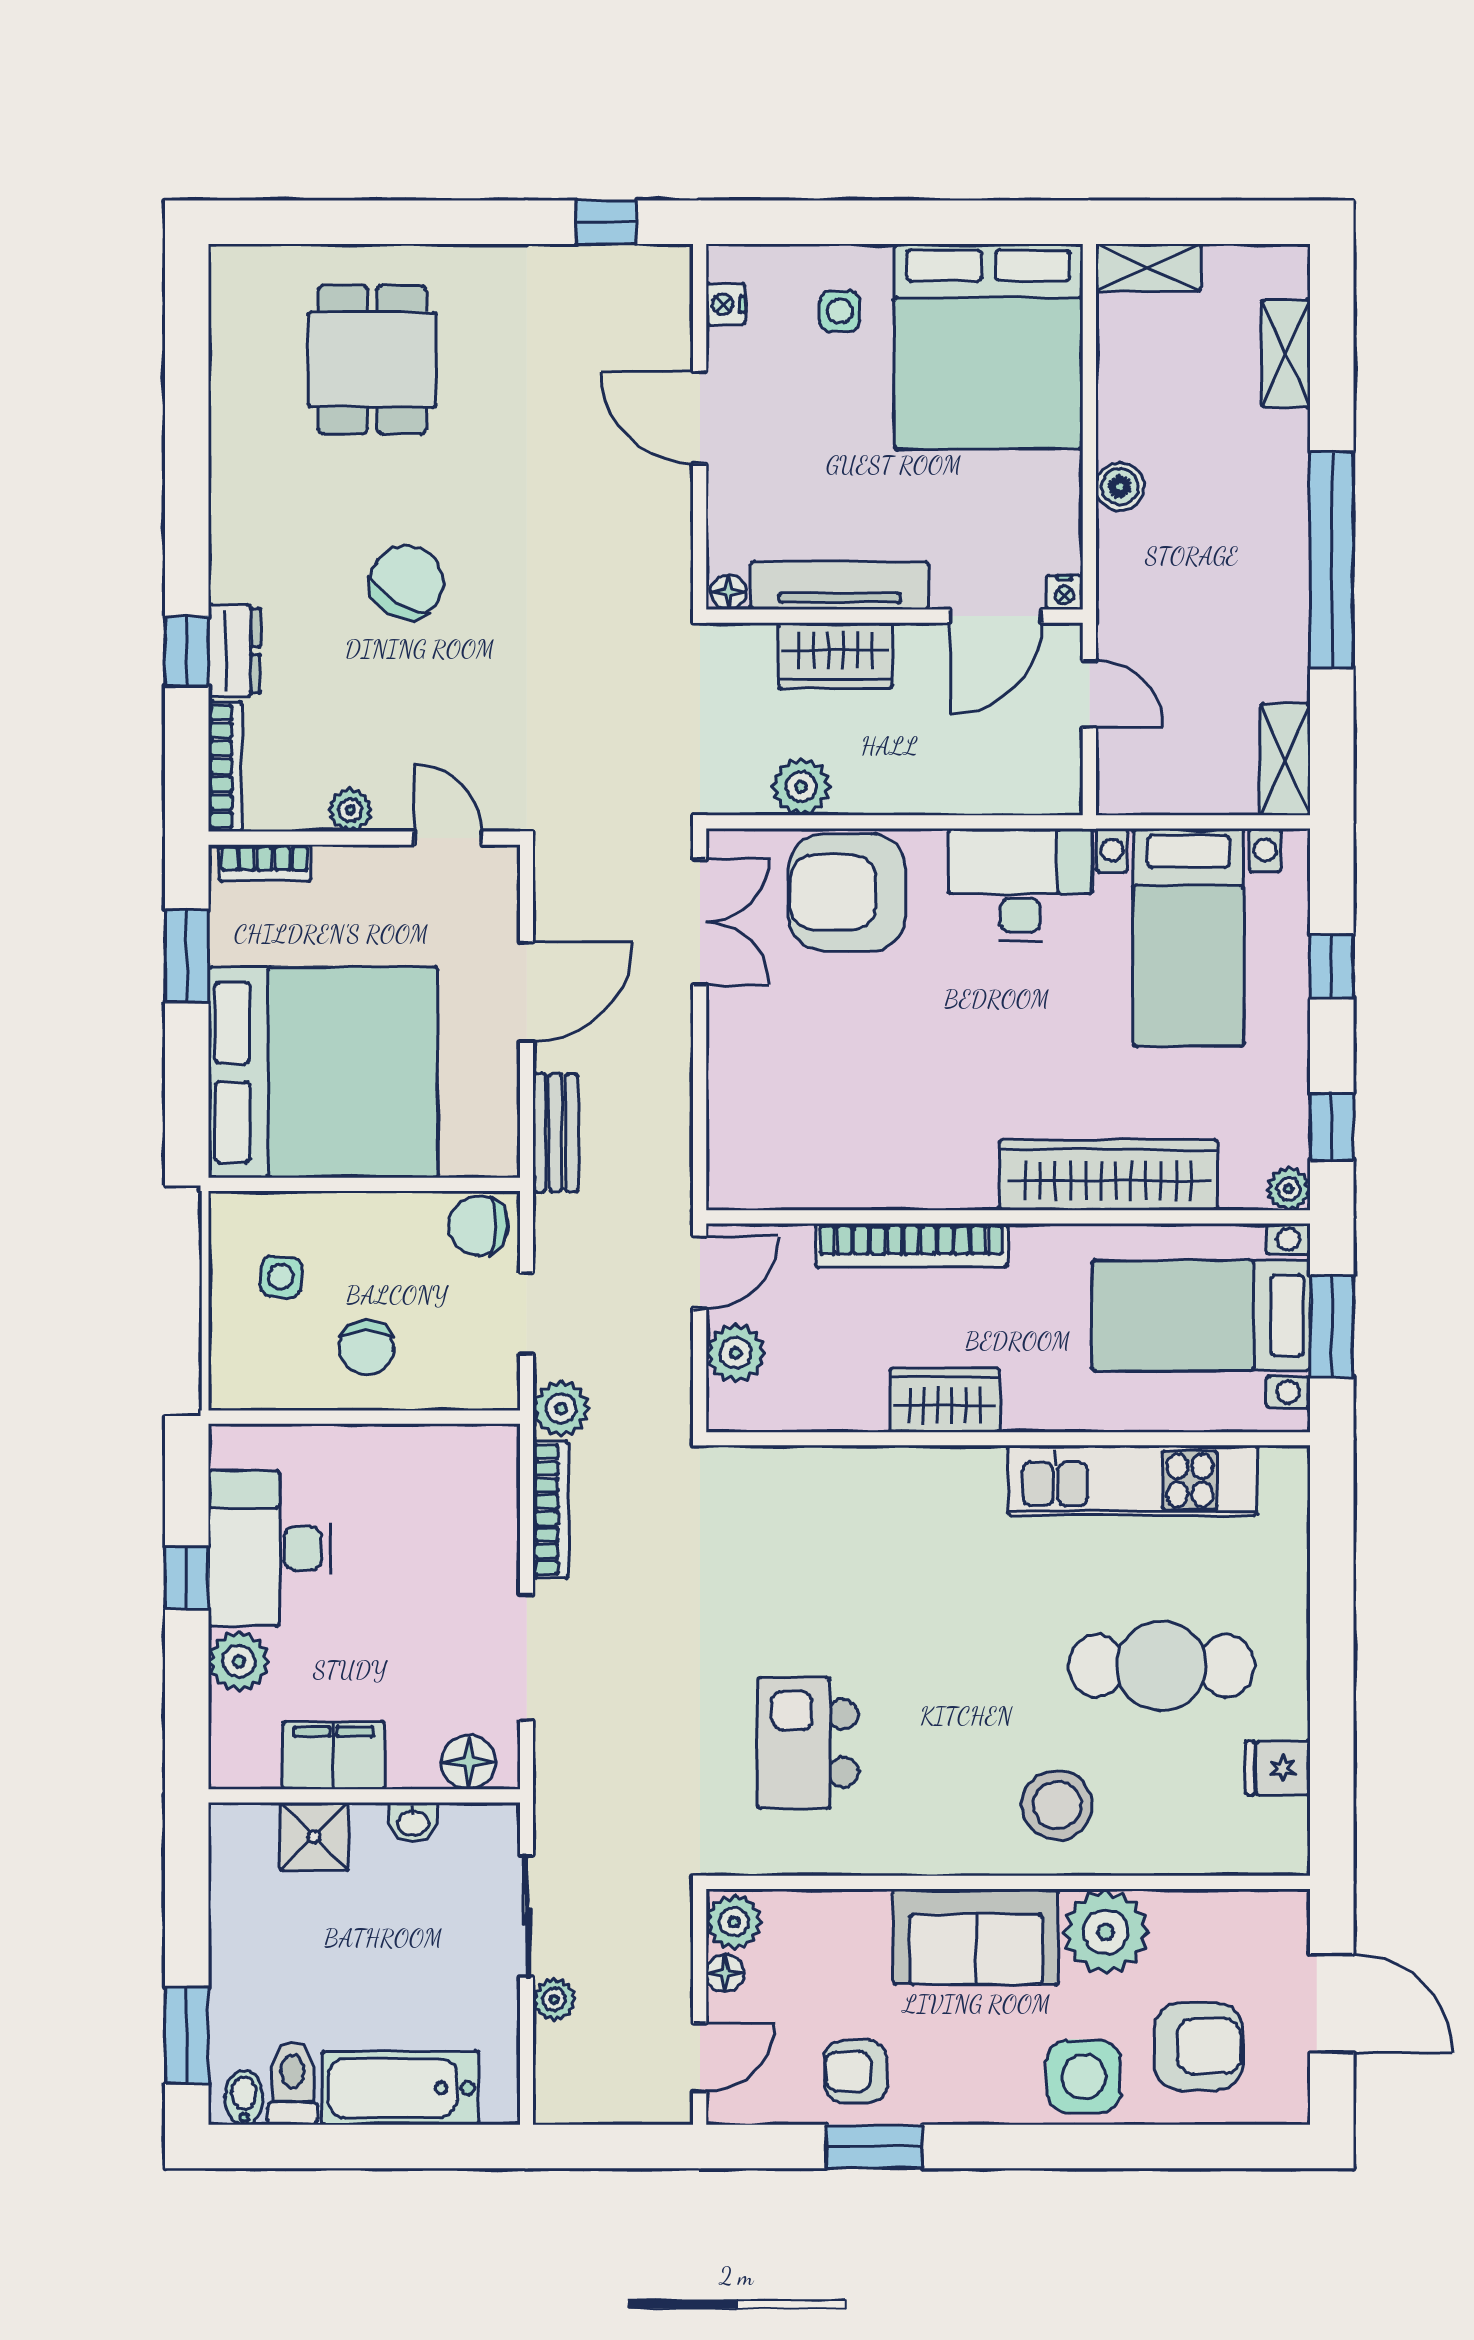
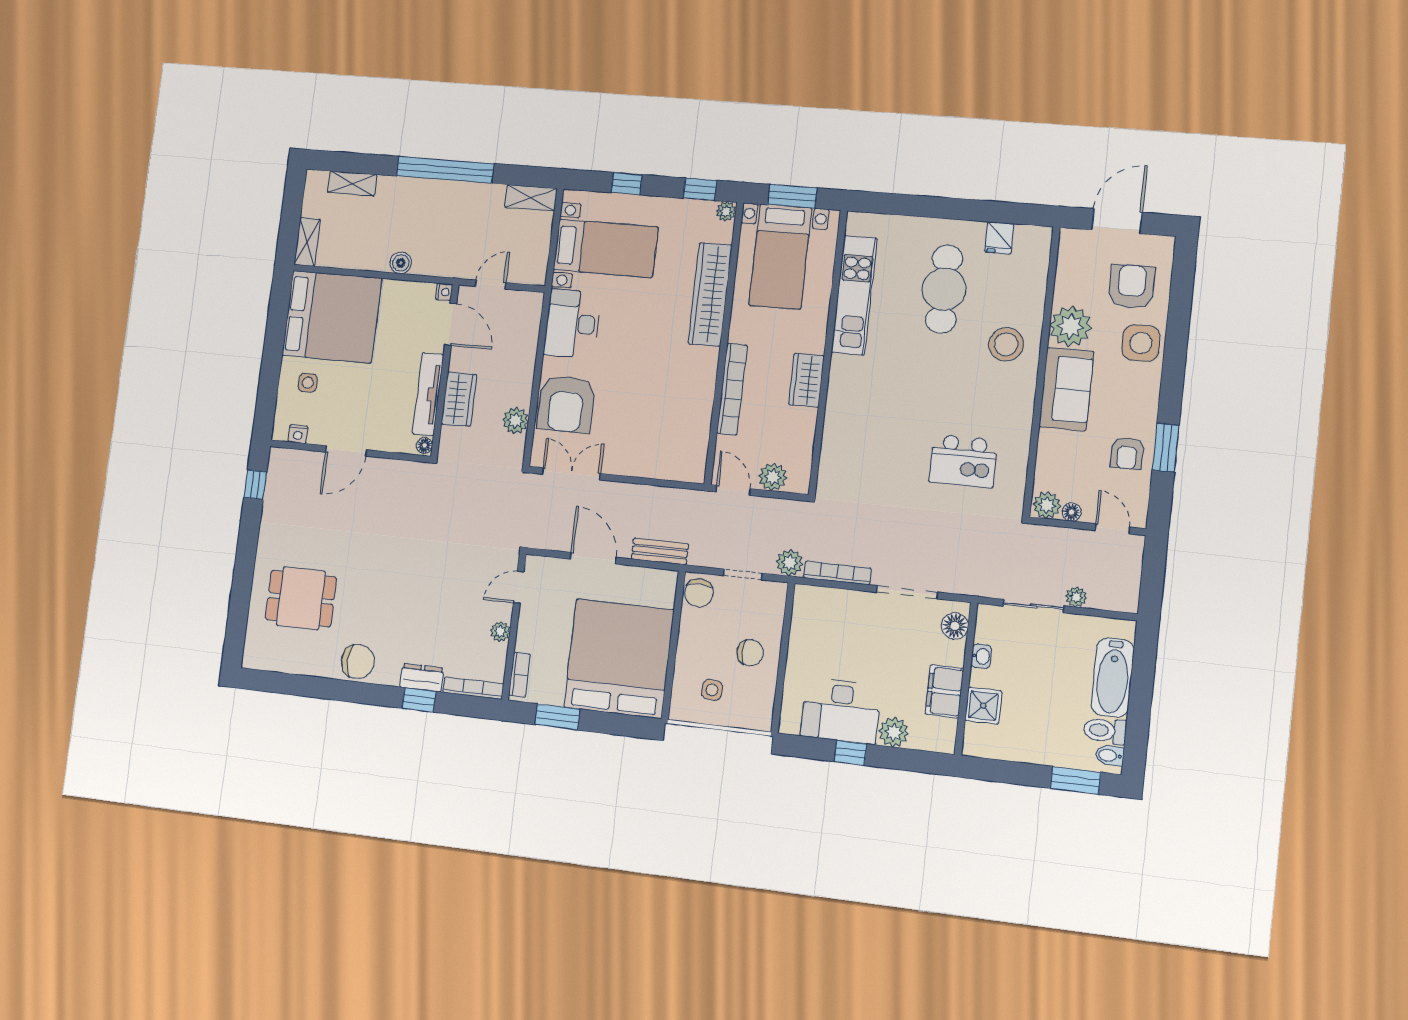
chair: (407, 582) -> (358, 662), moved, turned 149

